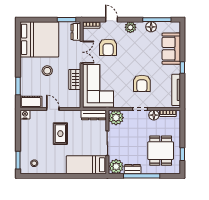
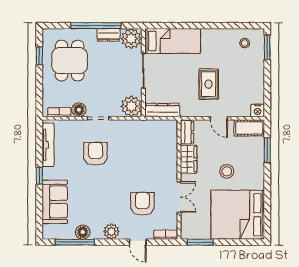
dresser: (76, 32) -> (187, 132), moved
double door: (82, 52) -> (179, 197), swing flipped
corner sofa: (98, 86) -> (156, 150), removed

